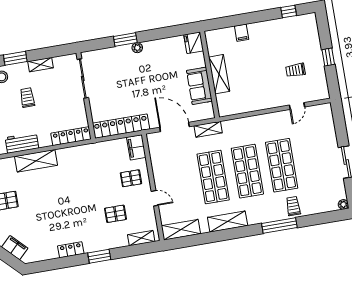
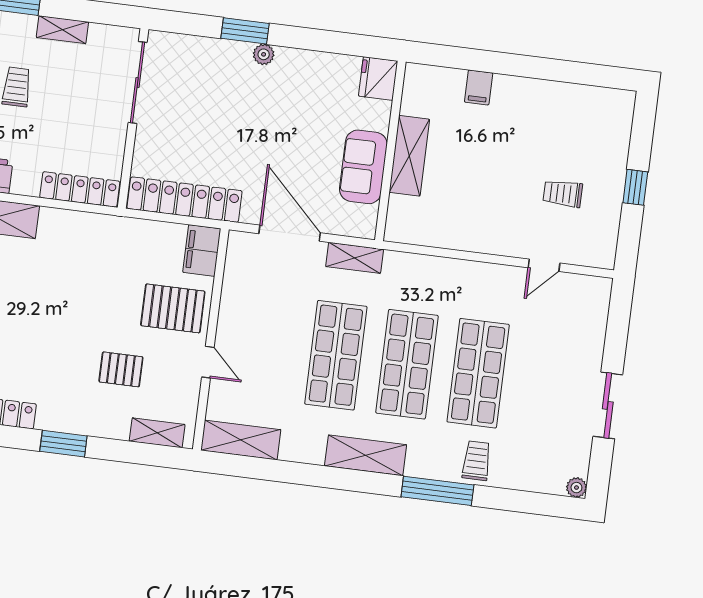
window: (289, 11) -> (584, 74), removed
pallet: (131, 178) -> (173, 308), width x1.50, depth x1.42
shelving: (228, 222) -> (366, 455), moved

